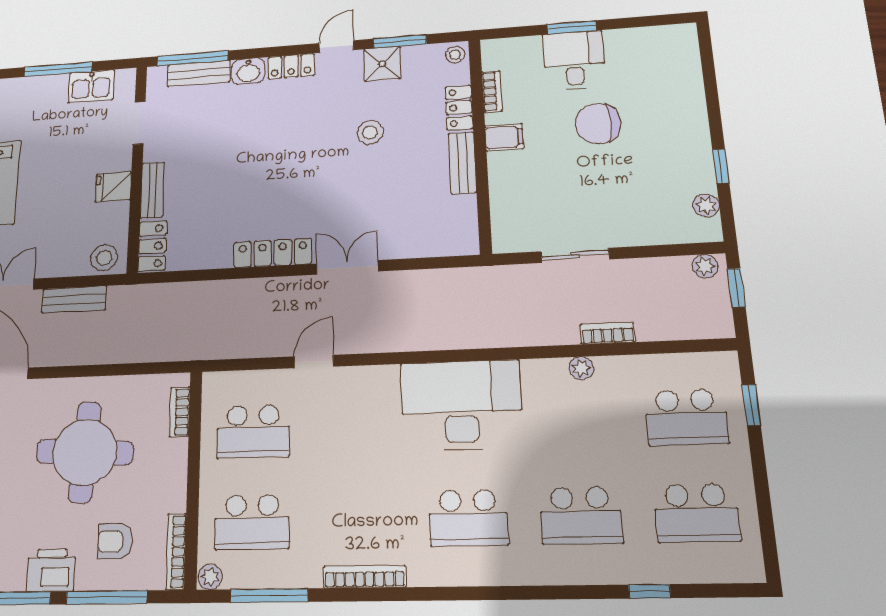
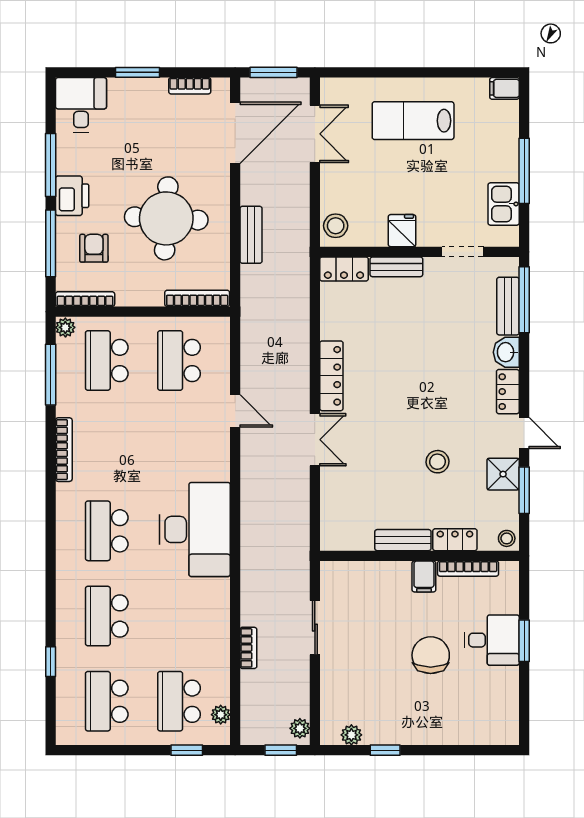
bookcase: (492, 91) -> (468, 569), width x1.56
bench: (74, 299) -> (251, 235), moved
plant: (581, 368) -> (221, 715), moved
bookcase: (180, 412) -> (197, 298), width x1.56

